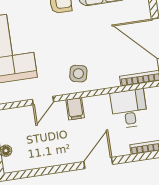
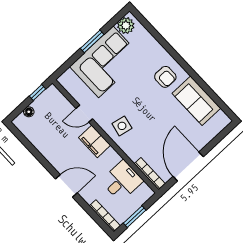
filing cabinet: (75, 109) -> (95, 141), width x2.00

